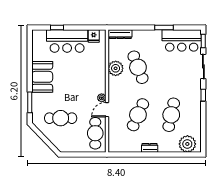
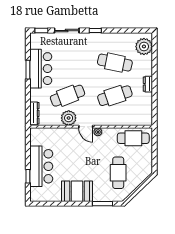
fridge: (94, 36) -> (36, 140), removed
bar counter: (182, 40) -> (41, 69), moved
door: (107, 110) -> (86, 127), moved
cafe table: (138, 115) -> (115, 96), turned -42

